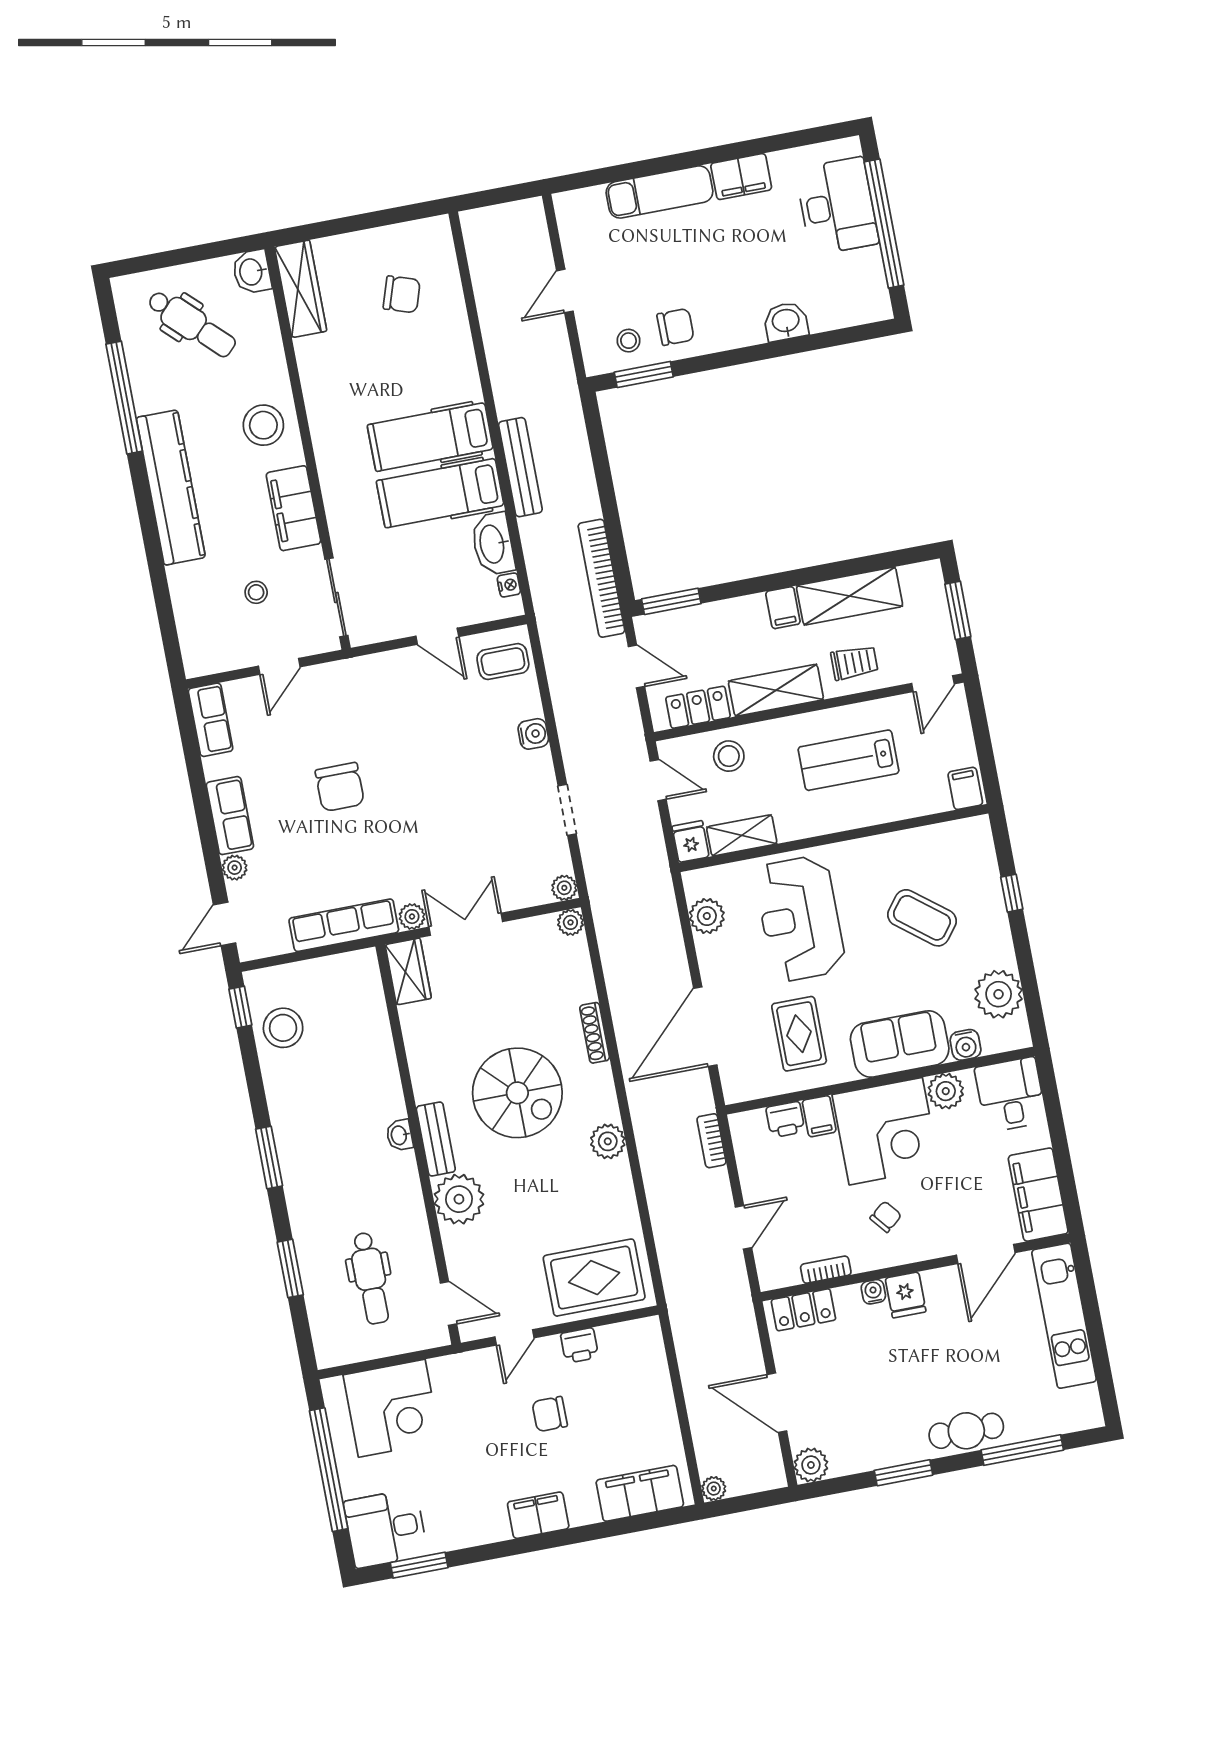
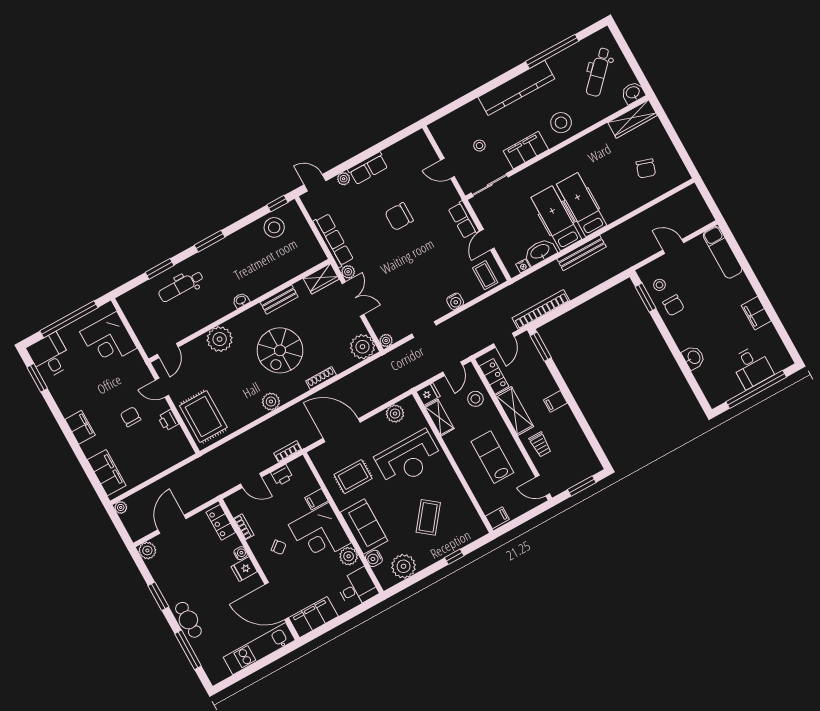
exam couch: (660, 192) -> (723, 252), moved
desk: (837, 206) -> (752, 367), width x0.73
shelving: (850, 596) -> (572, 432), removed
row of seats: (211, 720) -> (464, 220), moved, turned 90
reception desk: (800, 918) -> (409, 459), turned 180
plant: (570, 922) -> (363, 347), width x1.88, depth x1.88
printer: (785, 1119) -> (282, 475), moved, turned -90
bench: (436, 1139) -> (279, 300), moved
door: (986, 1254) -> (277, 601), width x1.36
dental chair: (370, 1278) -> (181, 286), moved

